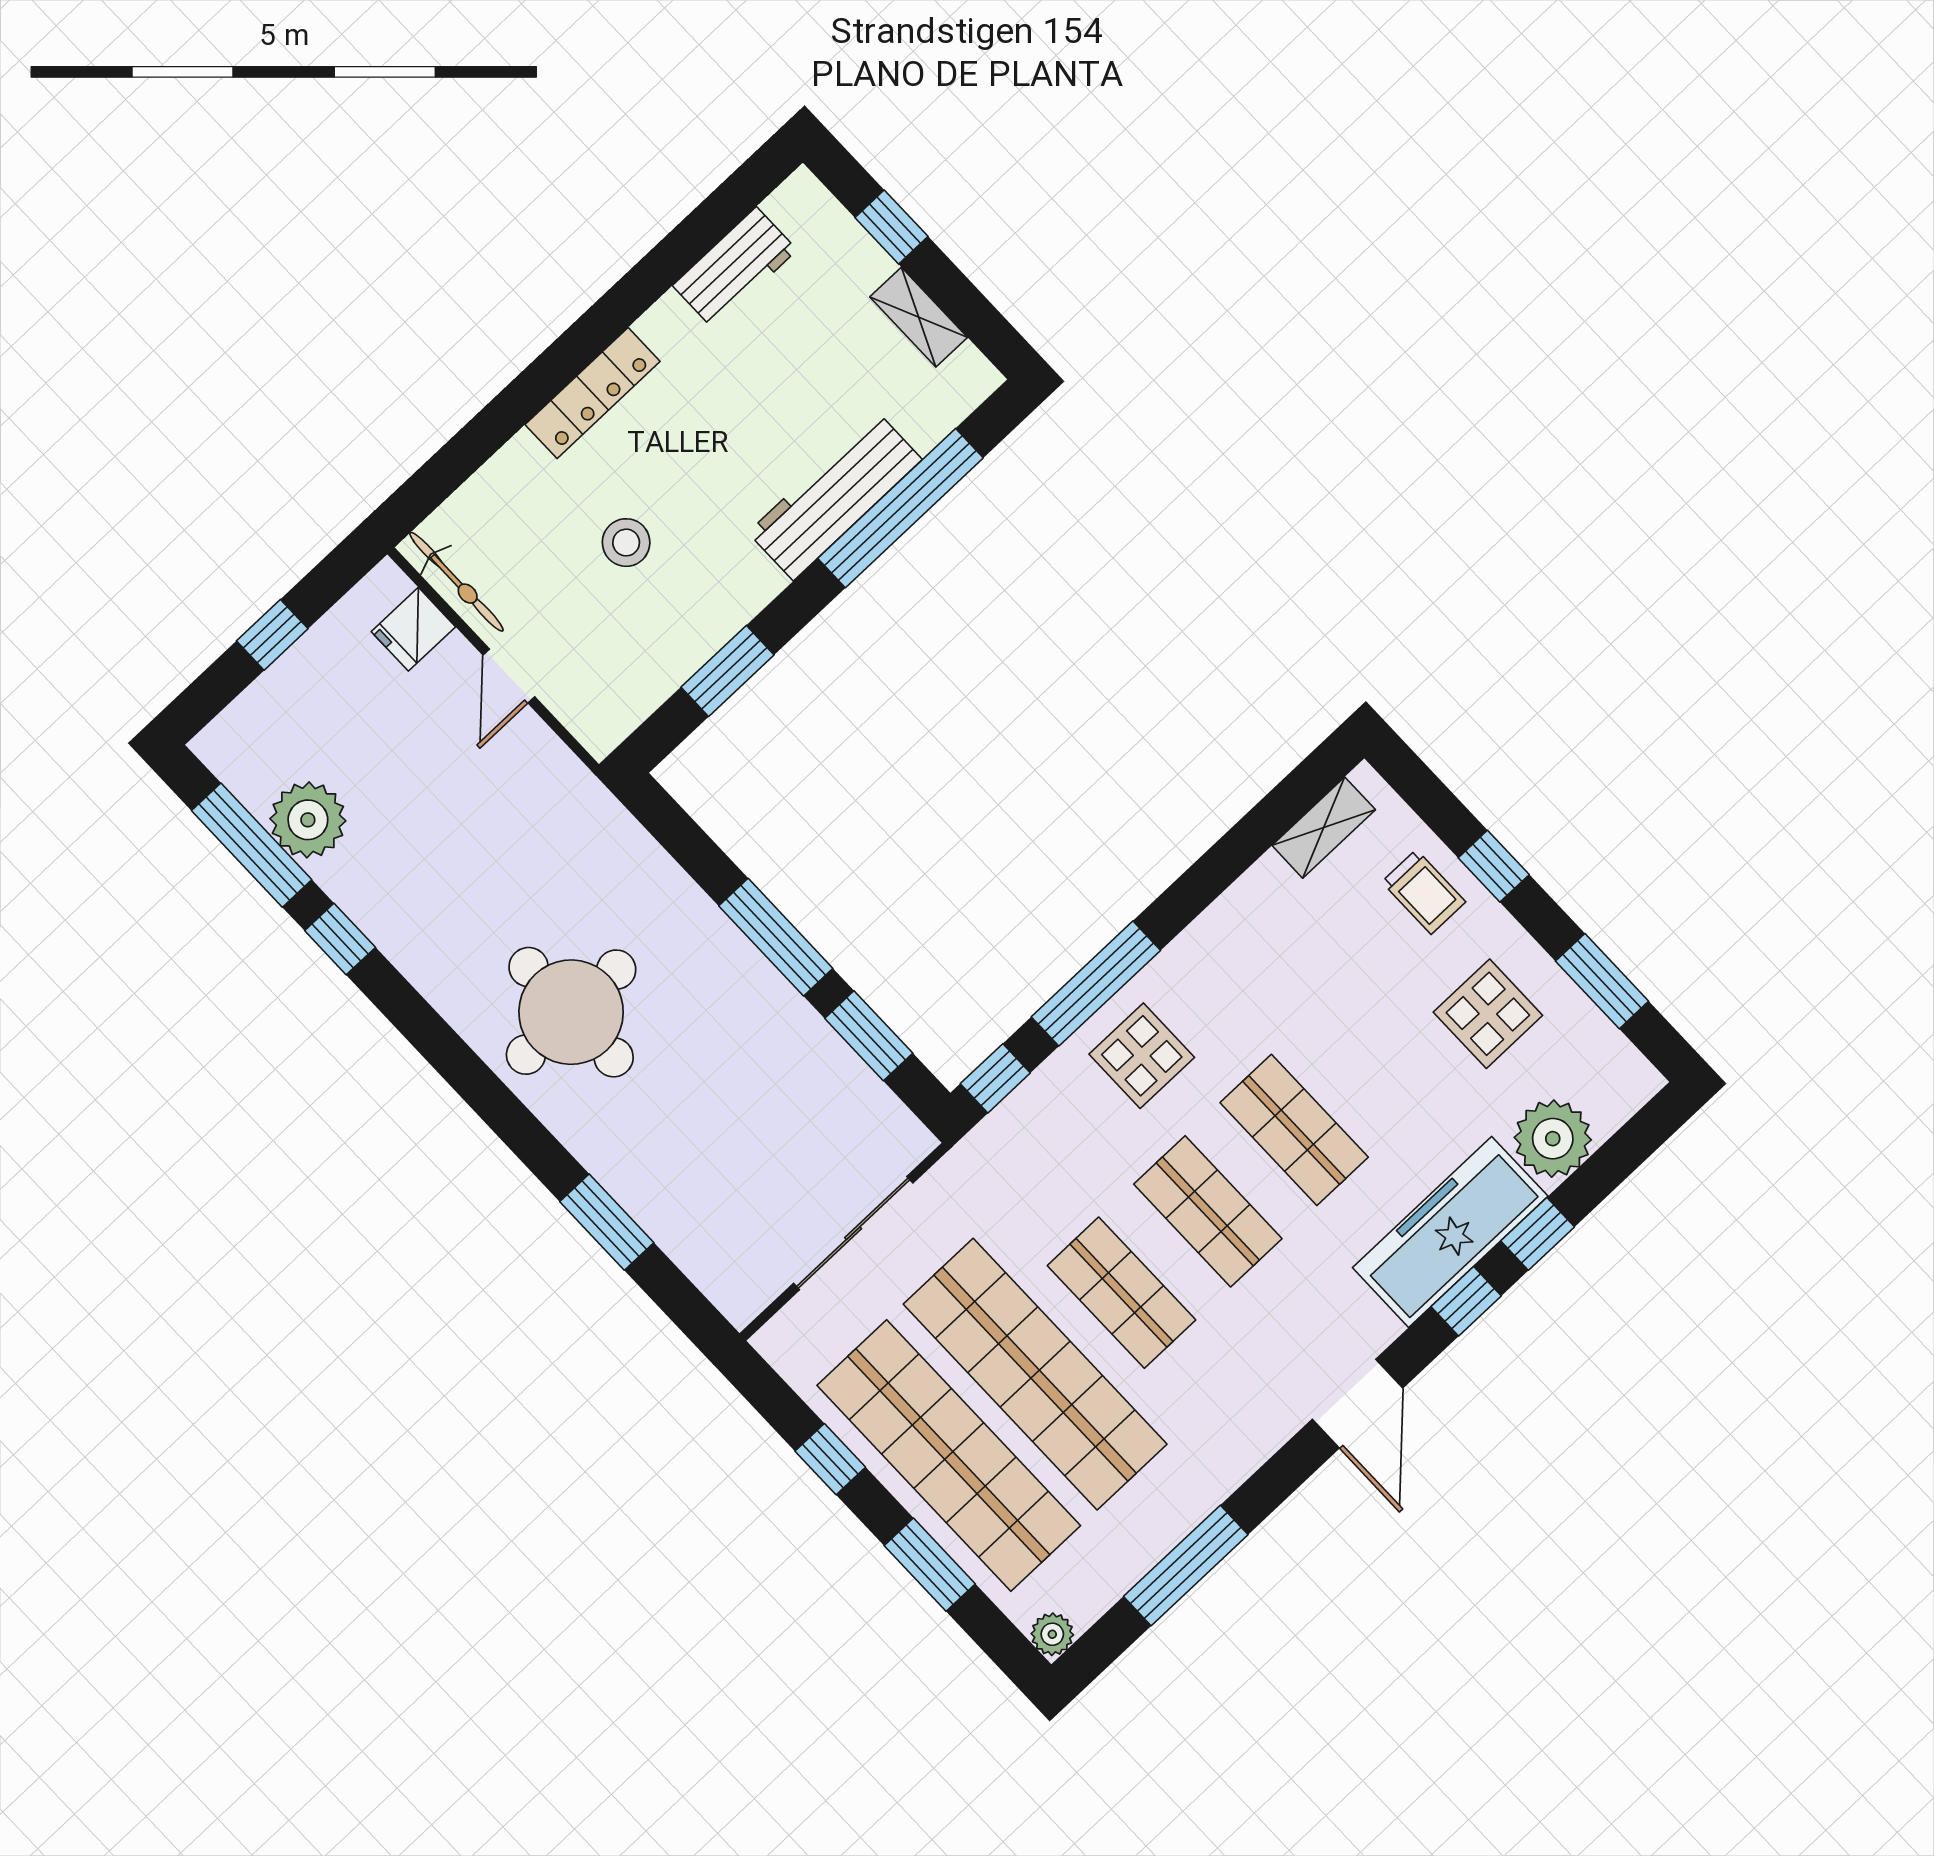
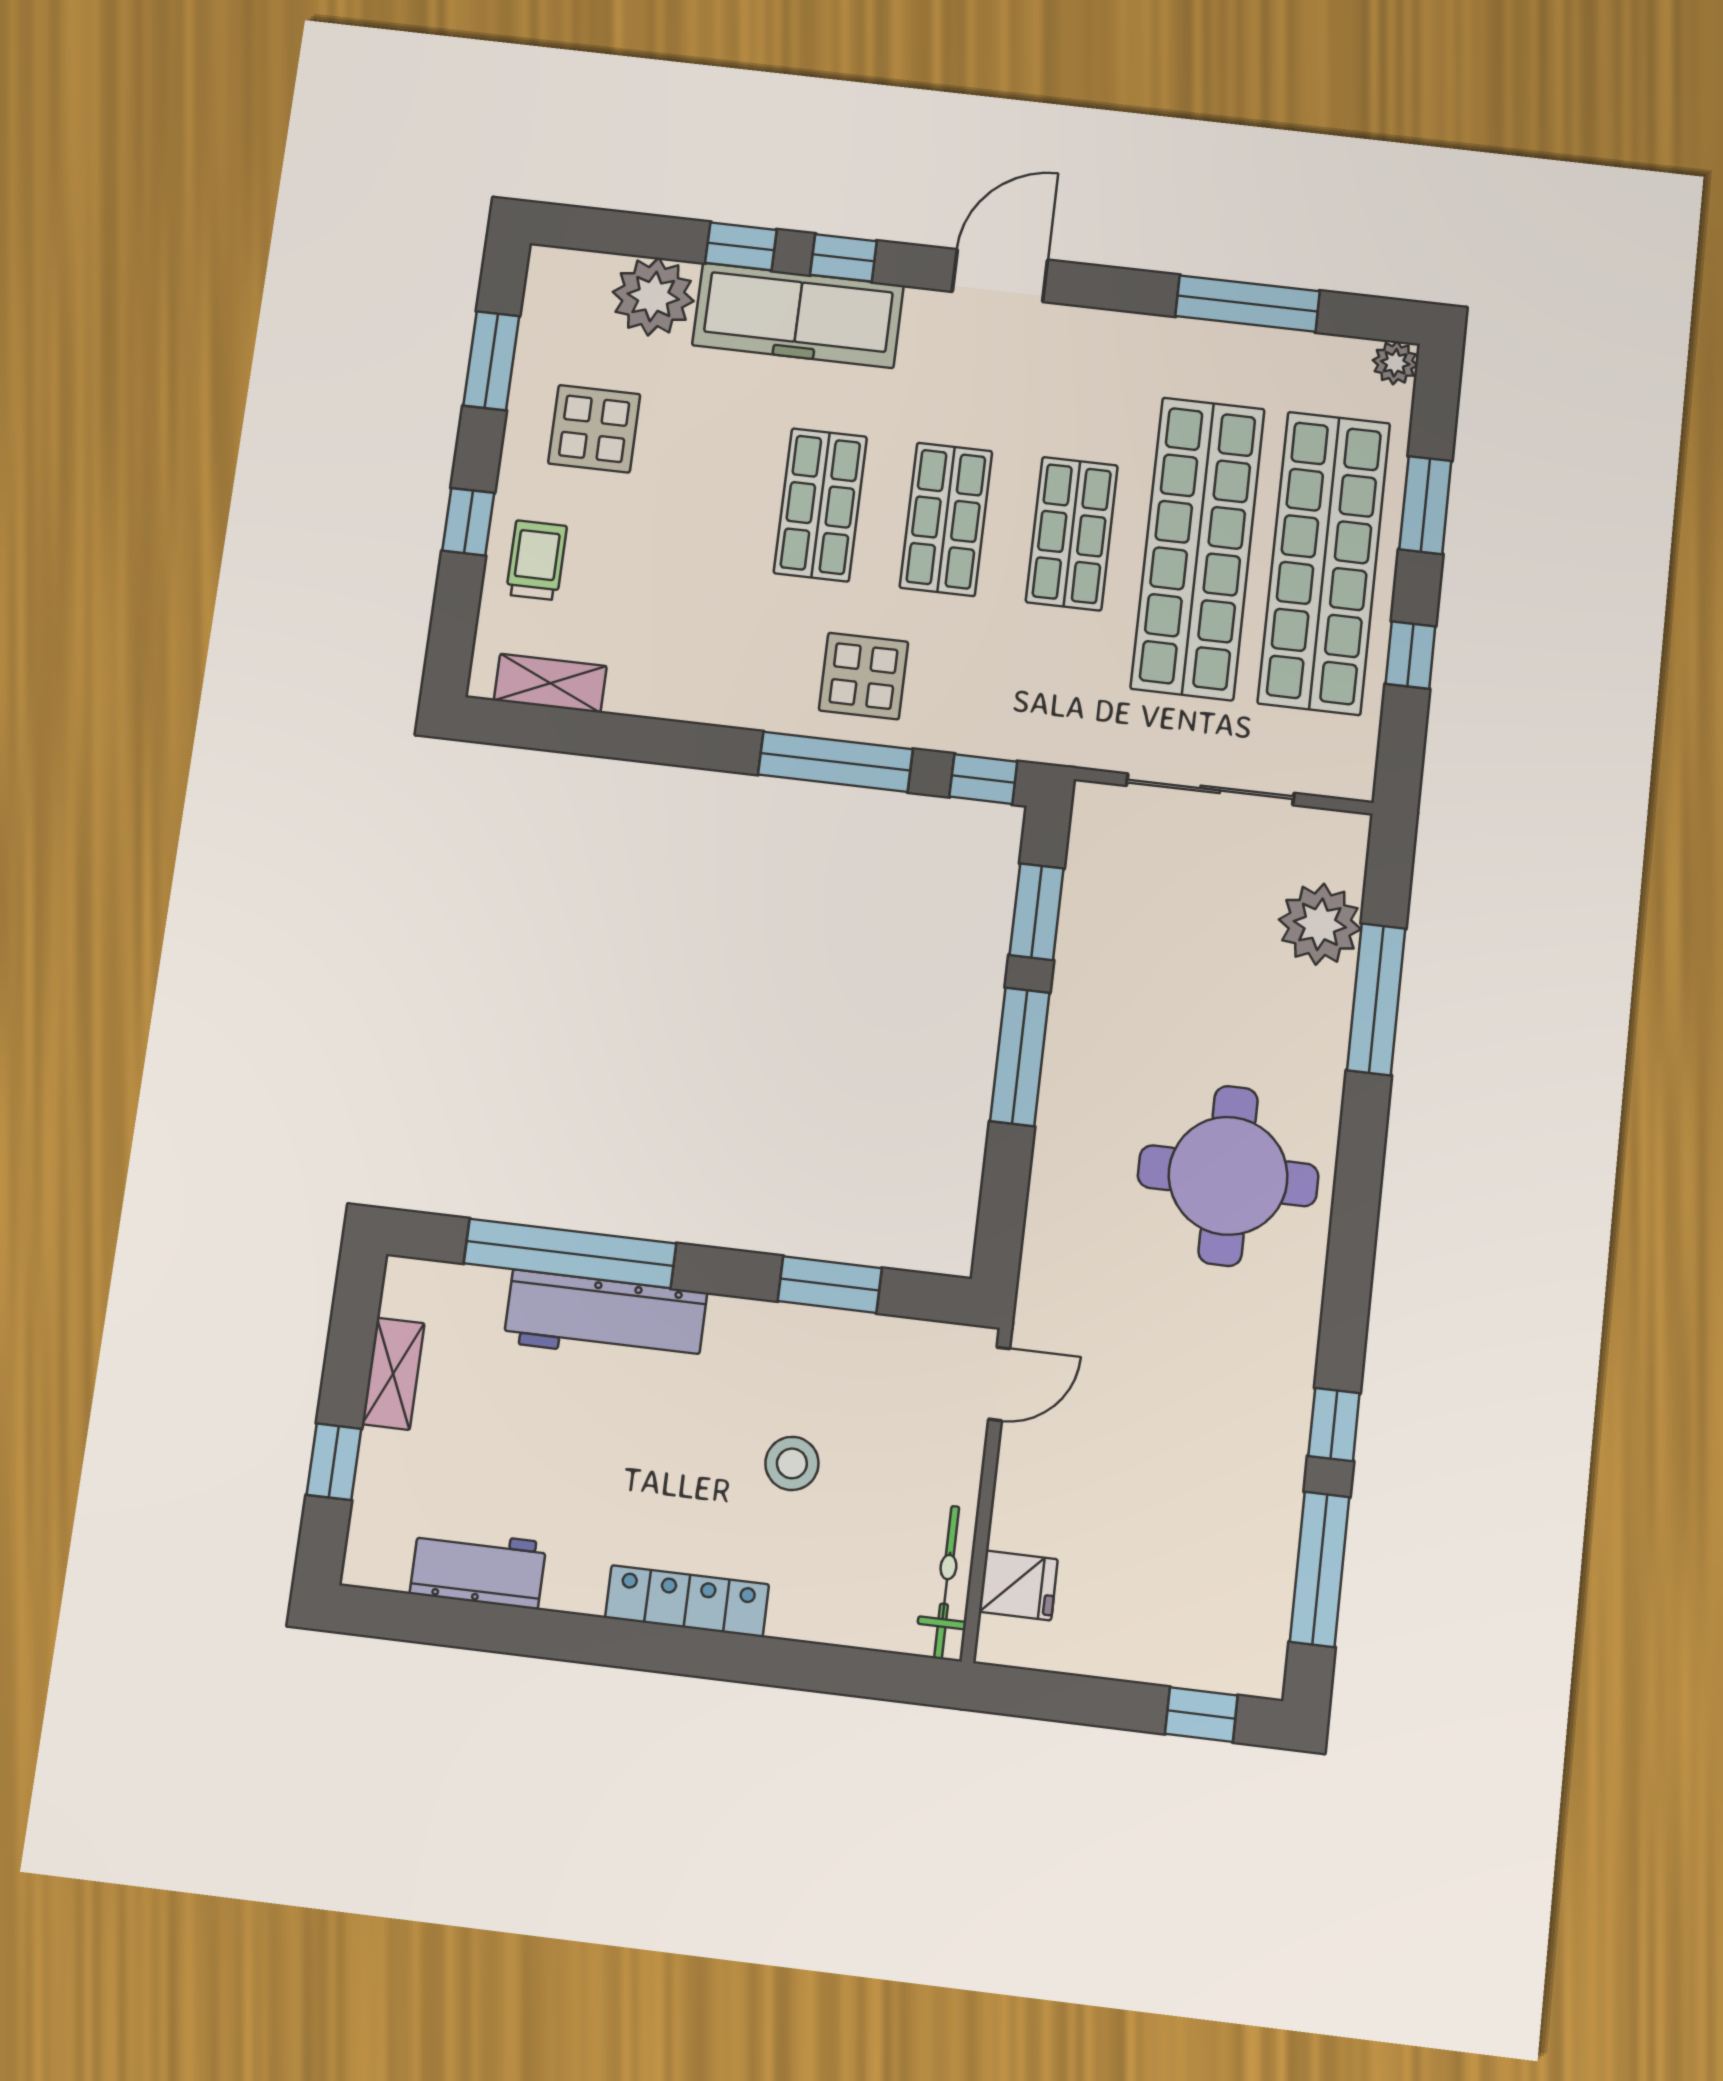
window: (272, 635) -> (1201, 1715), moved
door: (509, 676) -> (999, 1384), moved
plant: (308, 820) -> (1320, 924), moved
window: (607, 1222) -> (1376, 999), width x1.44

